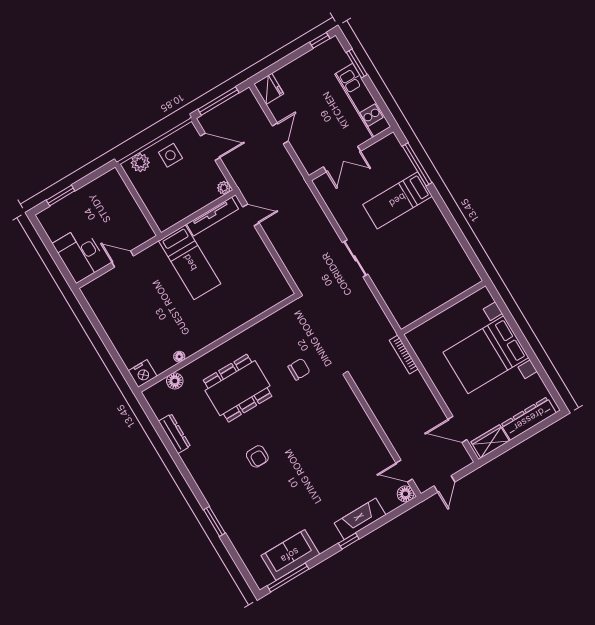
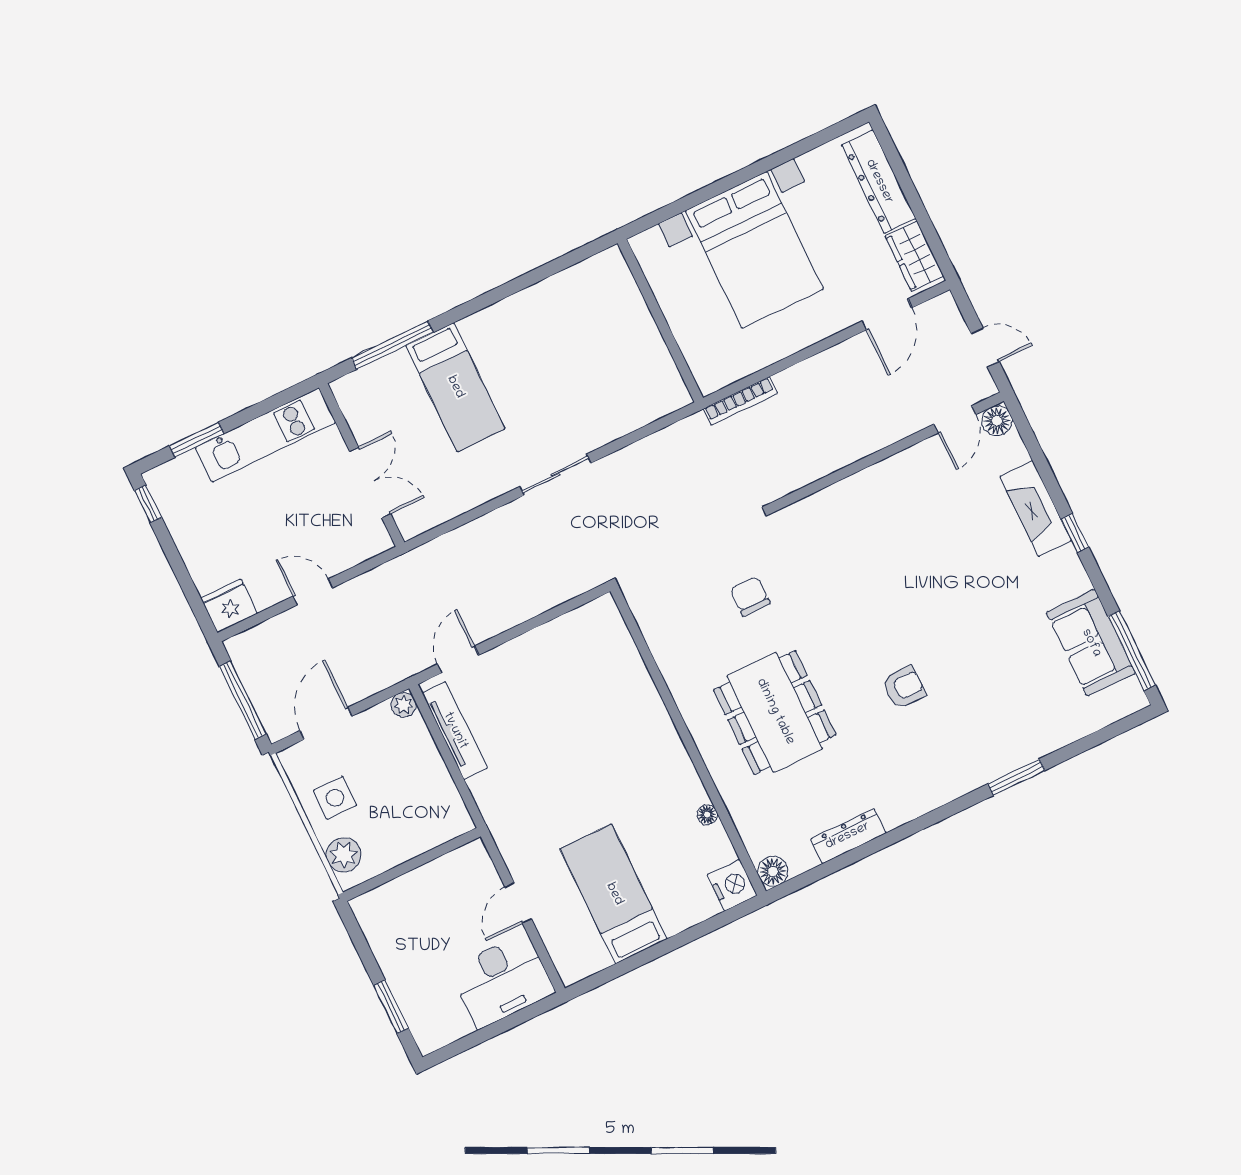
bed: (190, 262) -> (614, 894), moved, turned -90
floor lamp: (175, 381) -> (773, 871), moved

